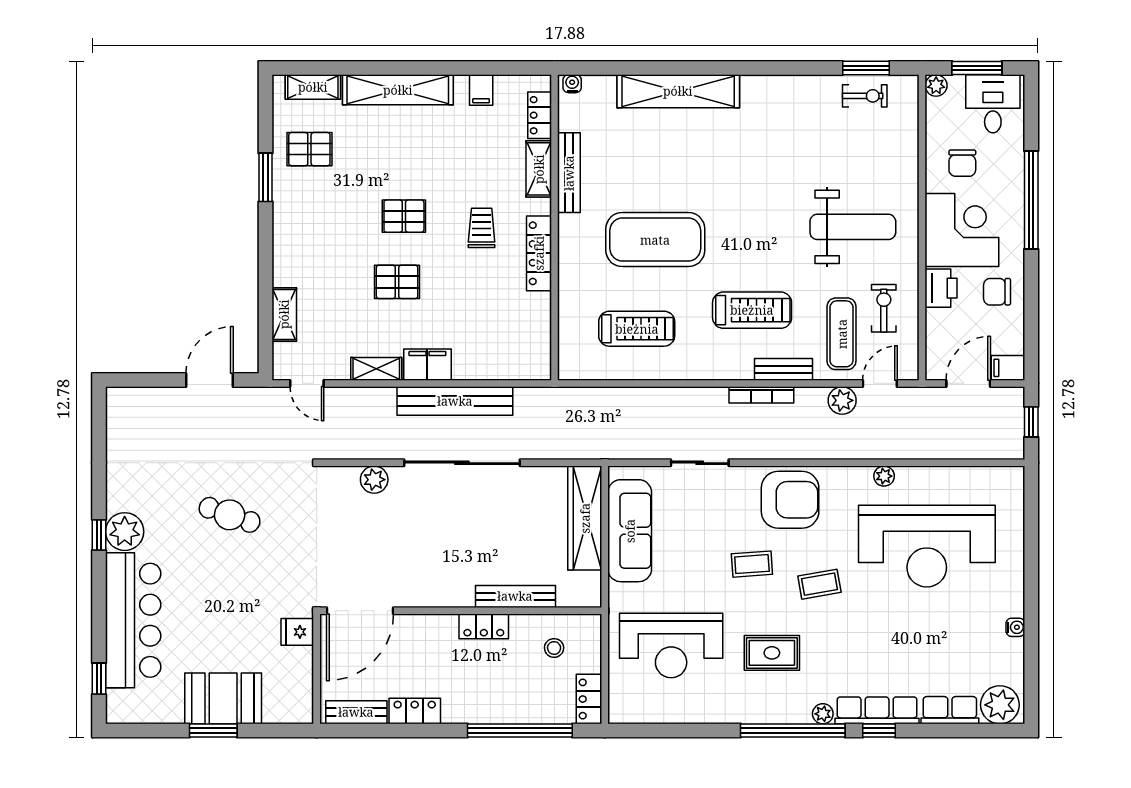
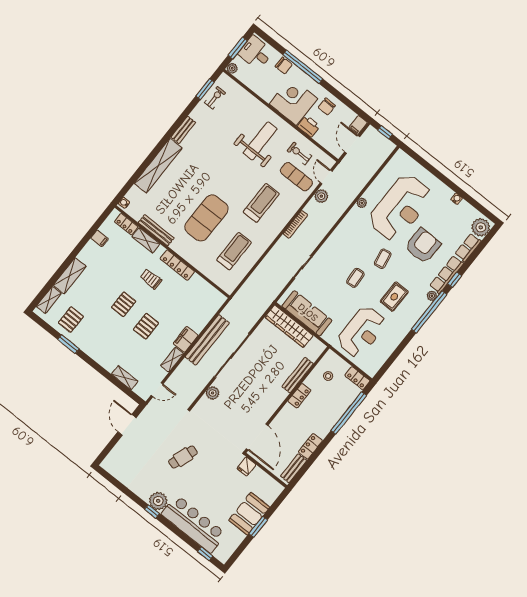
shelving: (398, 90) -> (70, 276), width x0.68
chair: (962, 163) -> (284, 65), moved
bench: (783, 369) -> (183, 130), moved
armchair: (790, 500) -> (423, 246), moved

